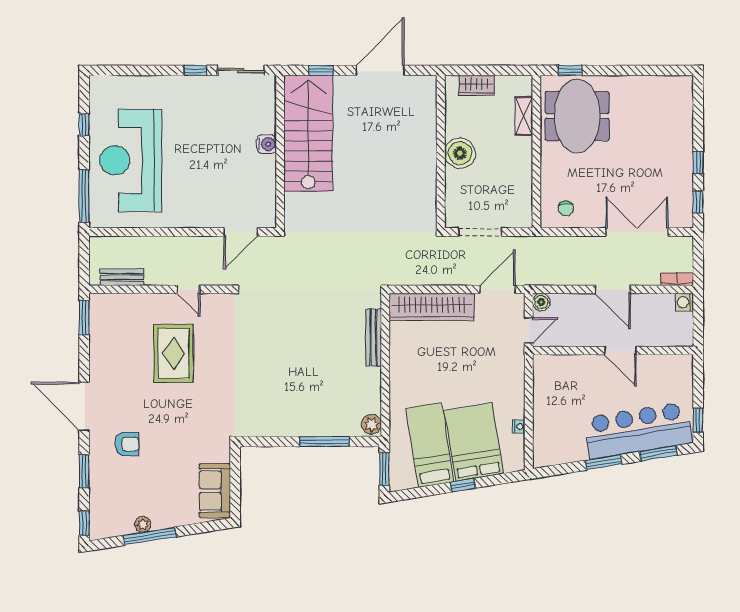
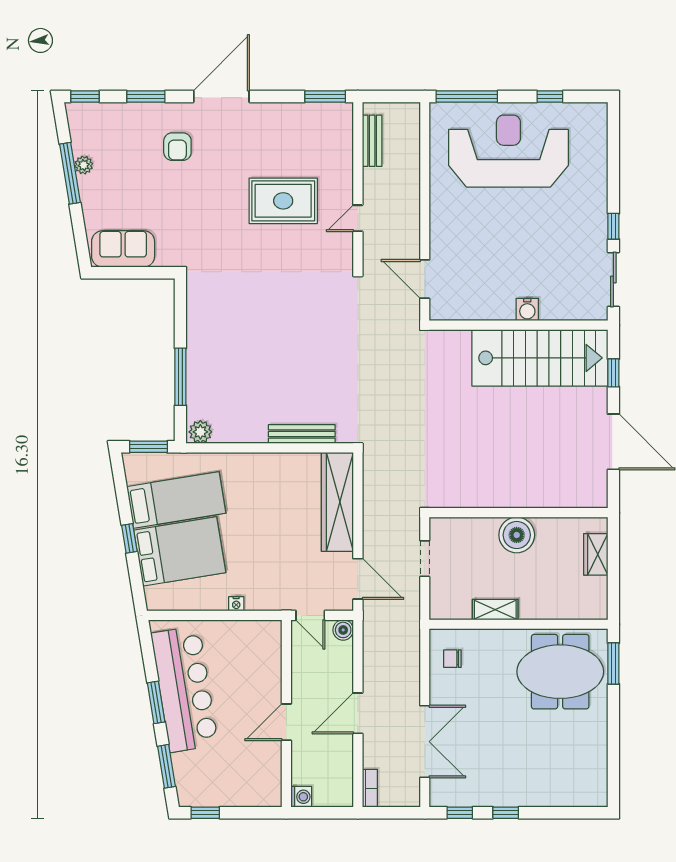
window: (570, 70) -> (613, 663), width x1.50
shelving: (524, 116) -> (495, 610), moved
doorway: (480, 232) -> (425, 559), width x0.73
washing machine: (684, 302) -> (301, 797), moved, turned 90
nightstand: (519, 426) -> (236, 604), moved
bar counter: (638, 430) -> (185, 689), moved

